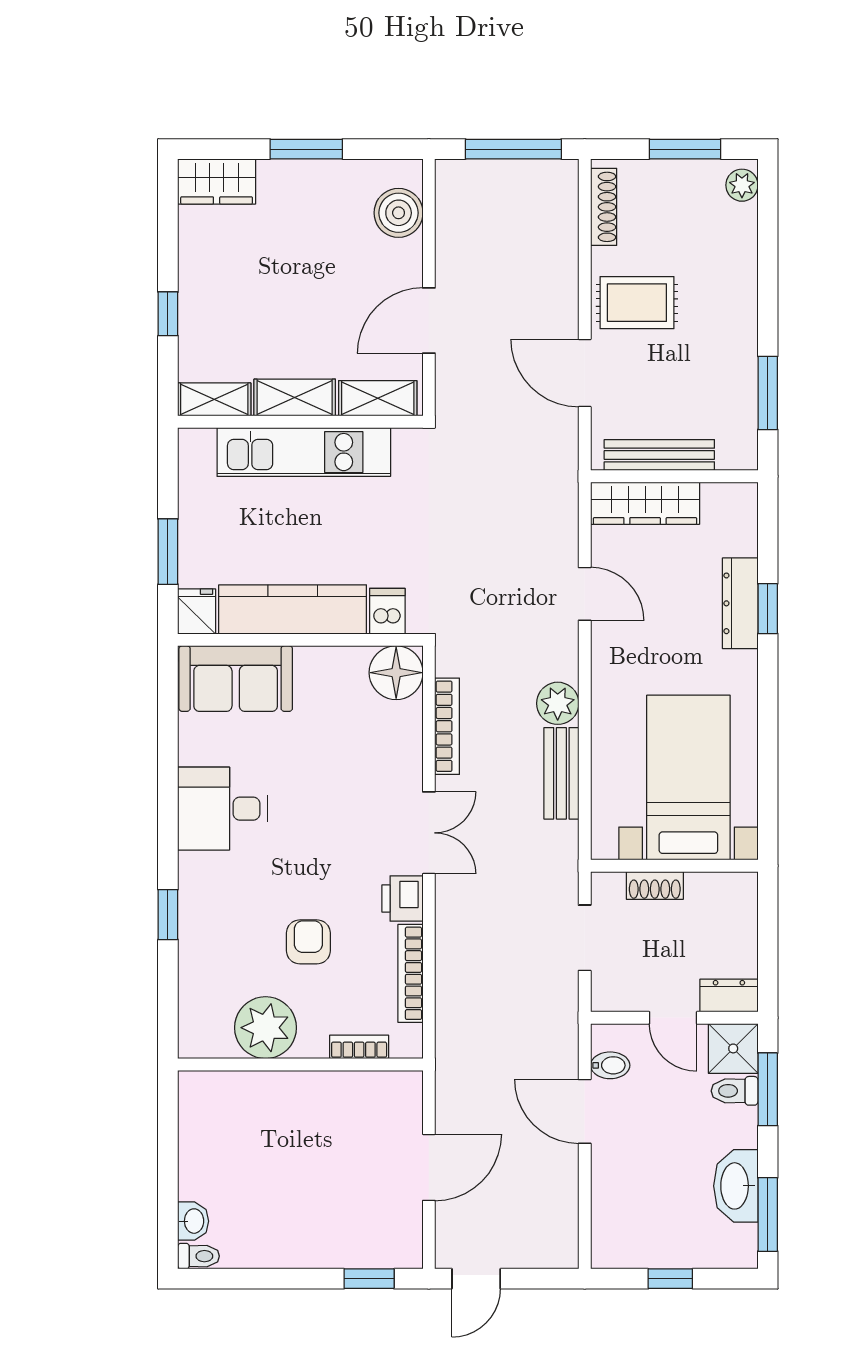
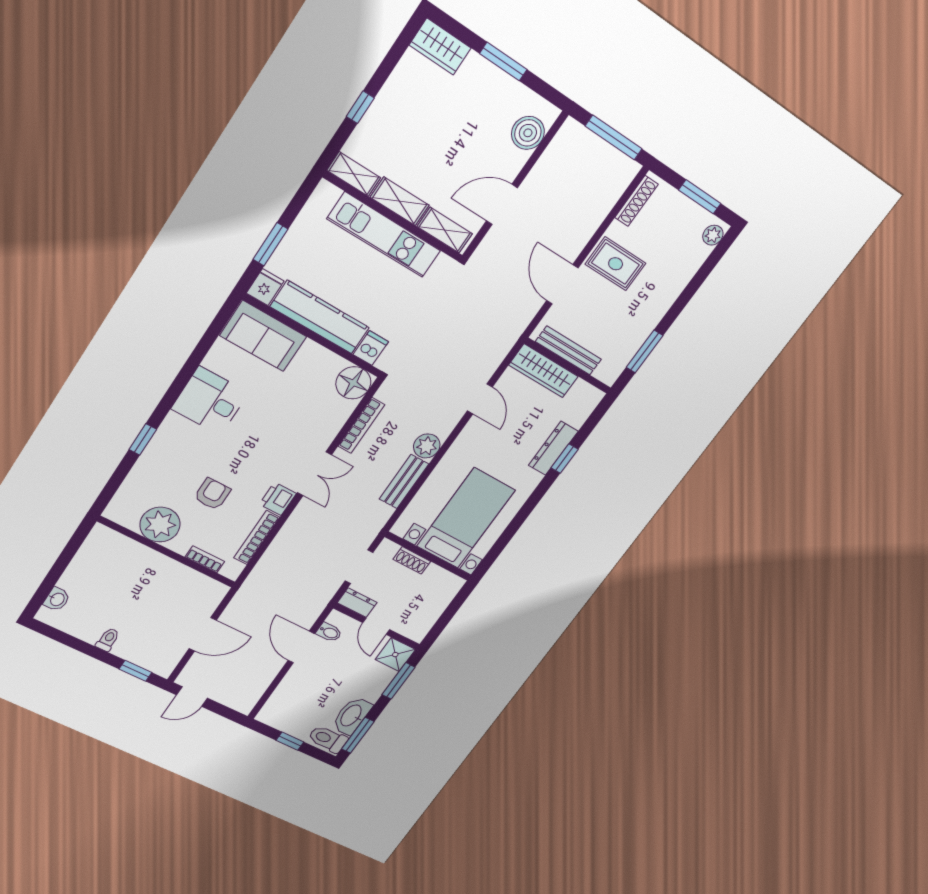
dresser: (729, 996) -> (357, 603), moved
toilet: (735, 1091) -> (328, 739), moved, width x1.37, depth x1.39
toilet: (199, 1256) -> (108, 640), moved, turned -90

